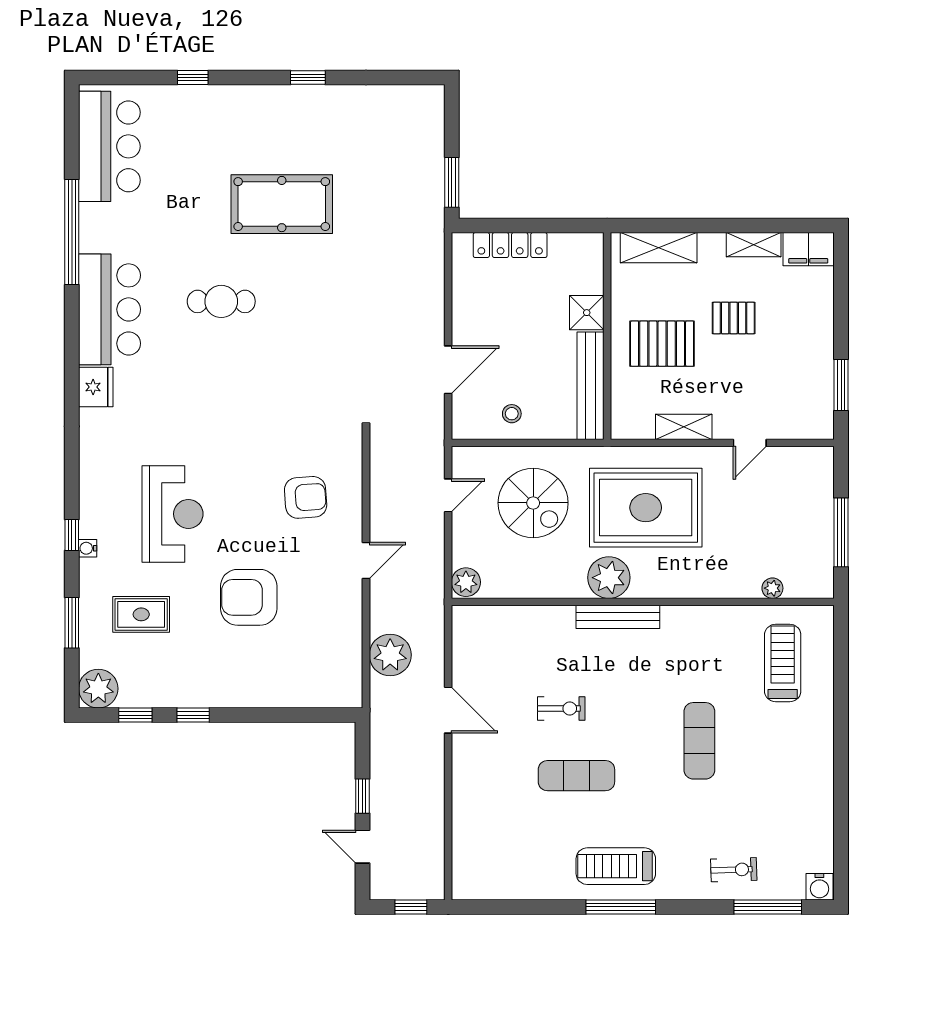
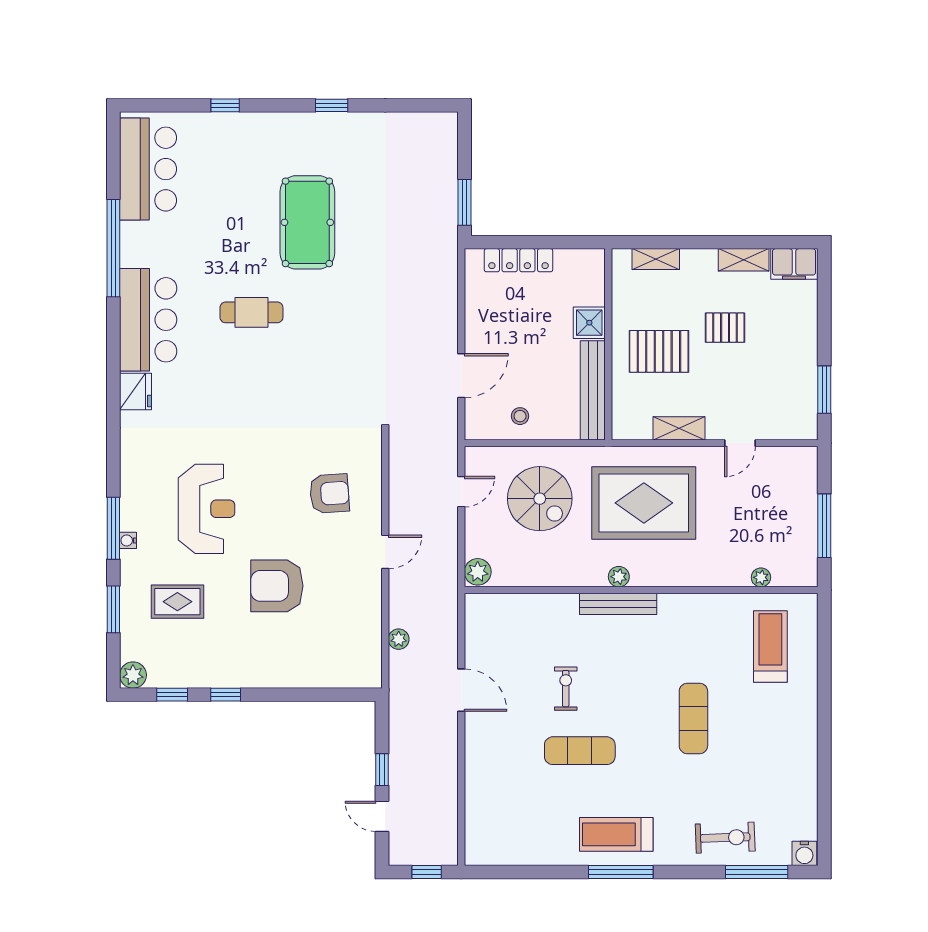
pool table: (282, 204) -> (307, 222), turned 90
shelving: (659, 248) -> (656, 259), width x0.67, depth x0.75
window: (72, 535) -> (113, 528), width x2.17
plant: (609, 578) -> (619, 577), width x0.53, depth x0.53
plant: (390, 655) -> (399, 639), width x0.53, depth x0.53
plant: (98, 689) -> (133, 675), width x0.73, depth x0.73
exercise bike: (561, 709) -> (566, 689), turned -90
exercise bike: (734, 870) -> (725, 838), width x1.38, depth x1.39

